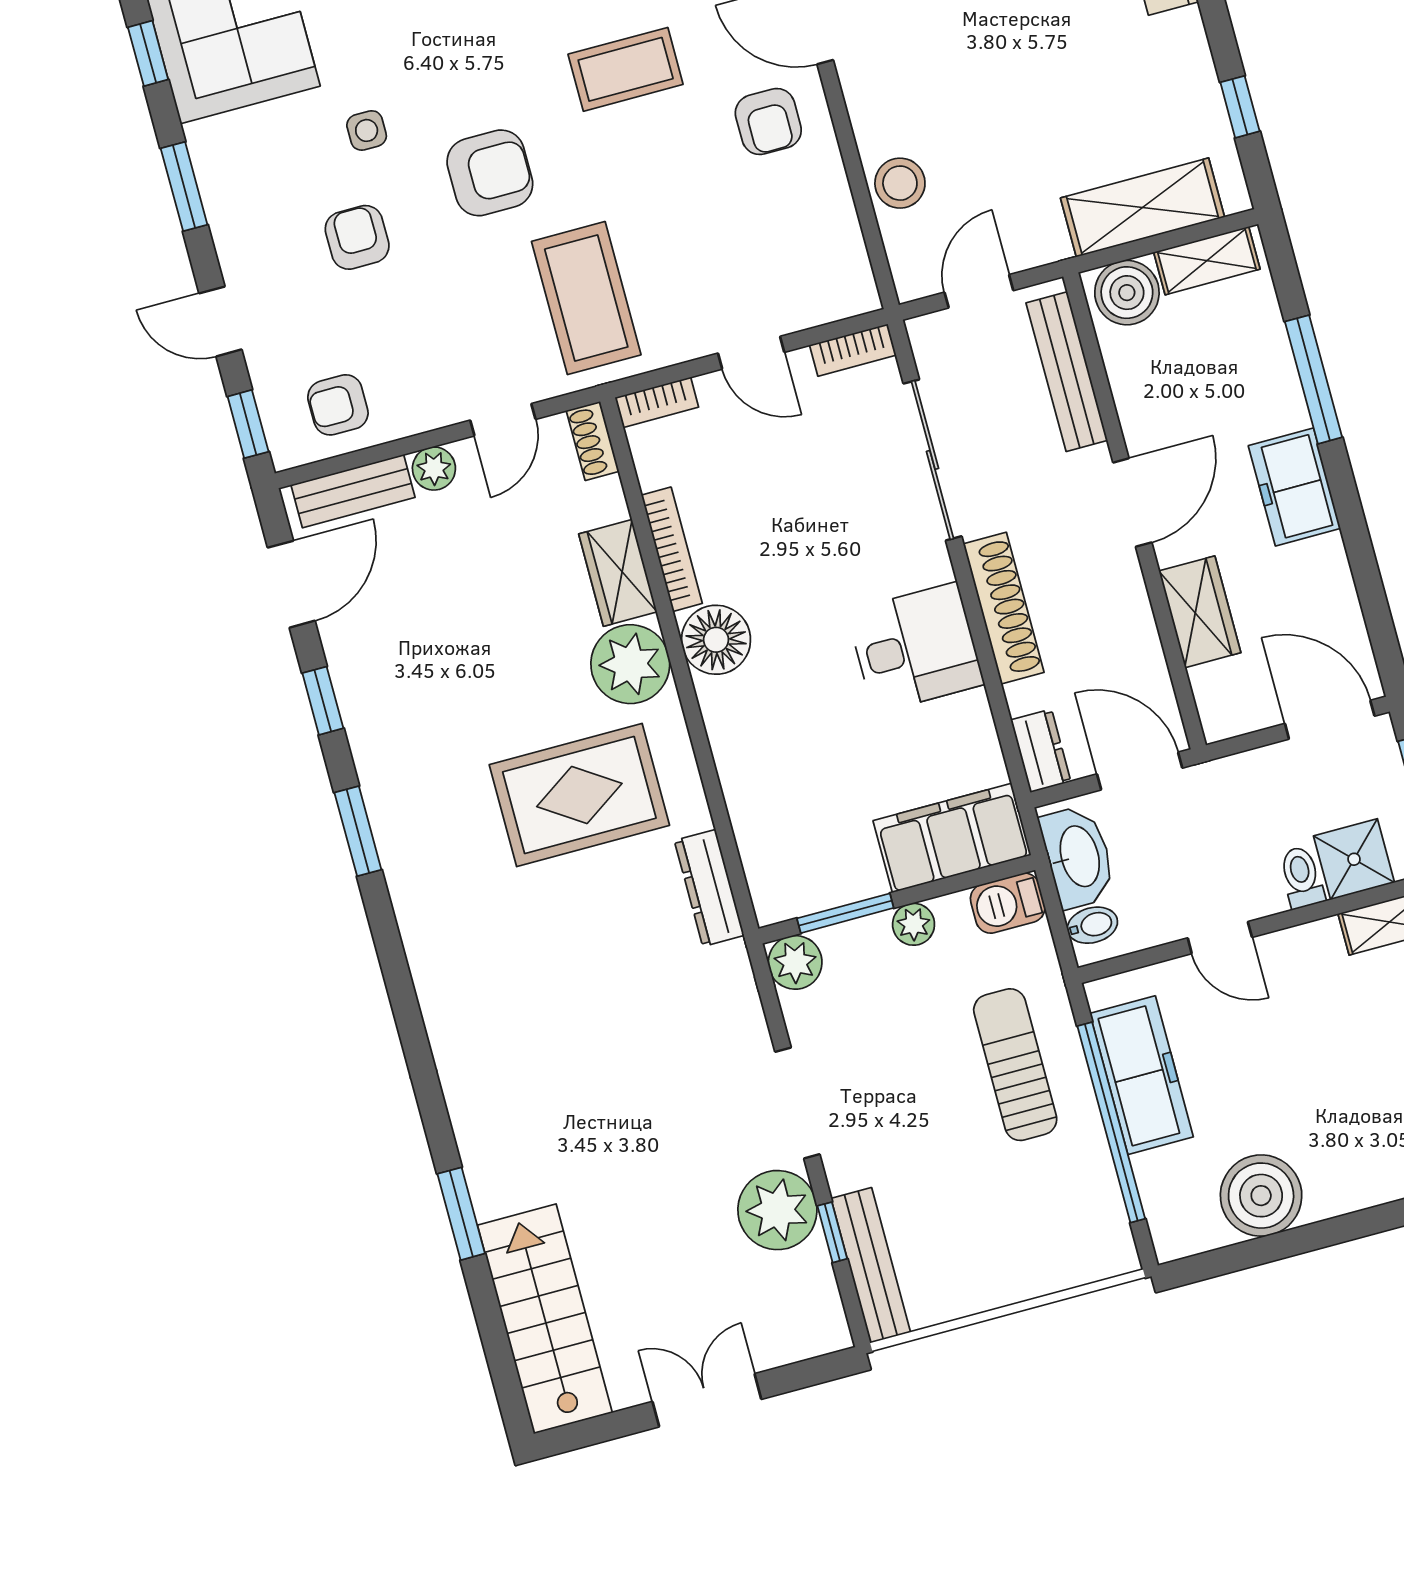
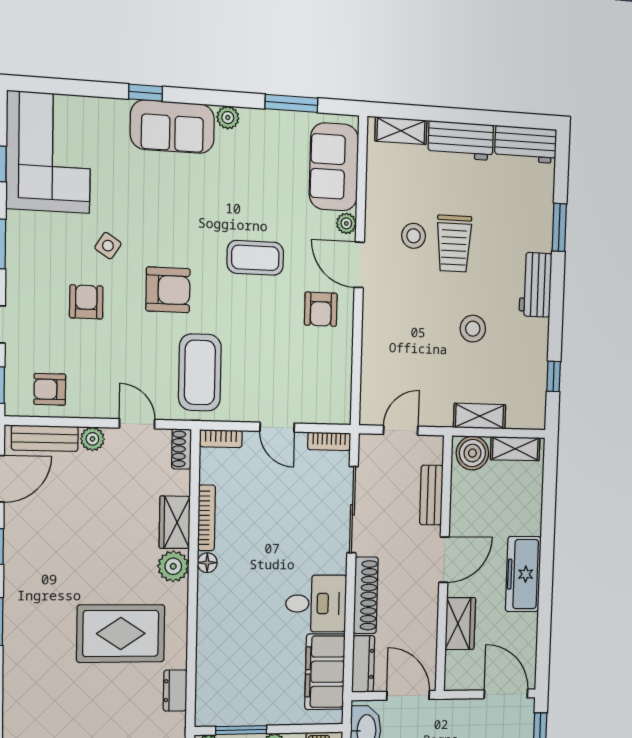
side table: (367, 130) -> (108, 246), turned 33
stool: (900, 183) -> (473, 329), moved
shelving: (1143, 208) -> (480, 416), width x0.67, depth x0.75
bench: (1067, 372) -> (431, 495), width x0.73
window: (1314, 379) -> (548, 523), removed
door: (503, 420) -> (137, 424), swing flipped
freezer: (1294, 487) -> (523, 574), width x1.40
floor lamp: (716, 640) -> (207, 563), width x0.53, depth x0.53
plant: (630, 664) -> (173, 566), width x0.73, depth x0.73
dresser: (1041, 751) -> (363, 664), width x1.44
filing cabinet: (952, 838) -> (325, 672), moved, turned -90
dresser: (709, 888) -> (175, 691), width x0.70

